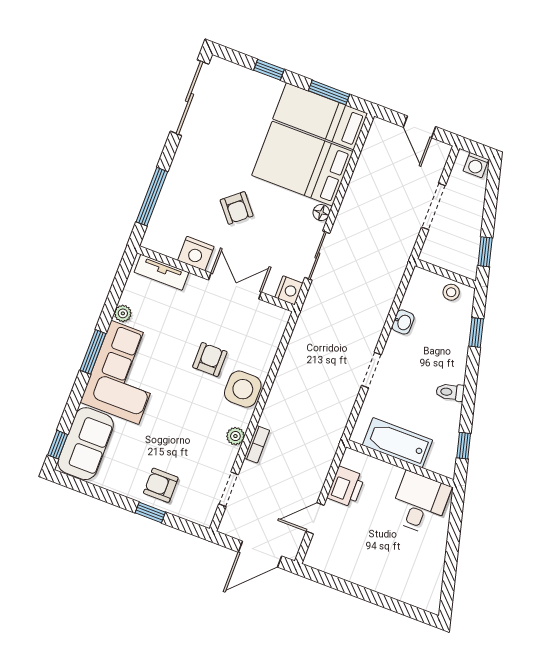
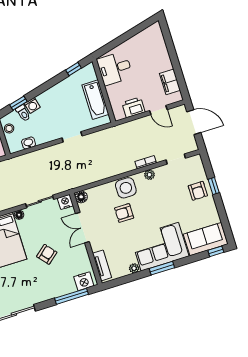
nightstand: (196, 254) -> (84, 281), moved, turned 90
floor lamp: (279, 318) -> (81, 197), added
washbasin: (403, 322) -> (29, 143), moved
washing machine: (458, 349) -> (32, 105), added
toilet: (450, 392) -> (23, 113), moved
filing cabinet: (341, 565) -> (170, 82), added

